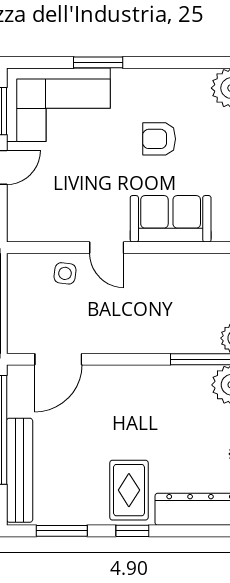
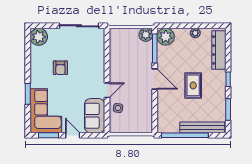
sofa: (171, 219) -> (95, 116), moved
door: (58, 359) -> (155, 79), moved
rug: (129, 490) -> (193, 85), moved, turned 90

